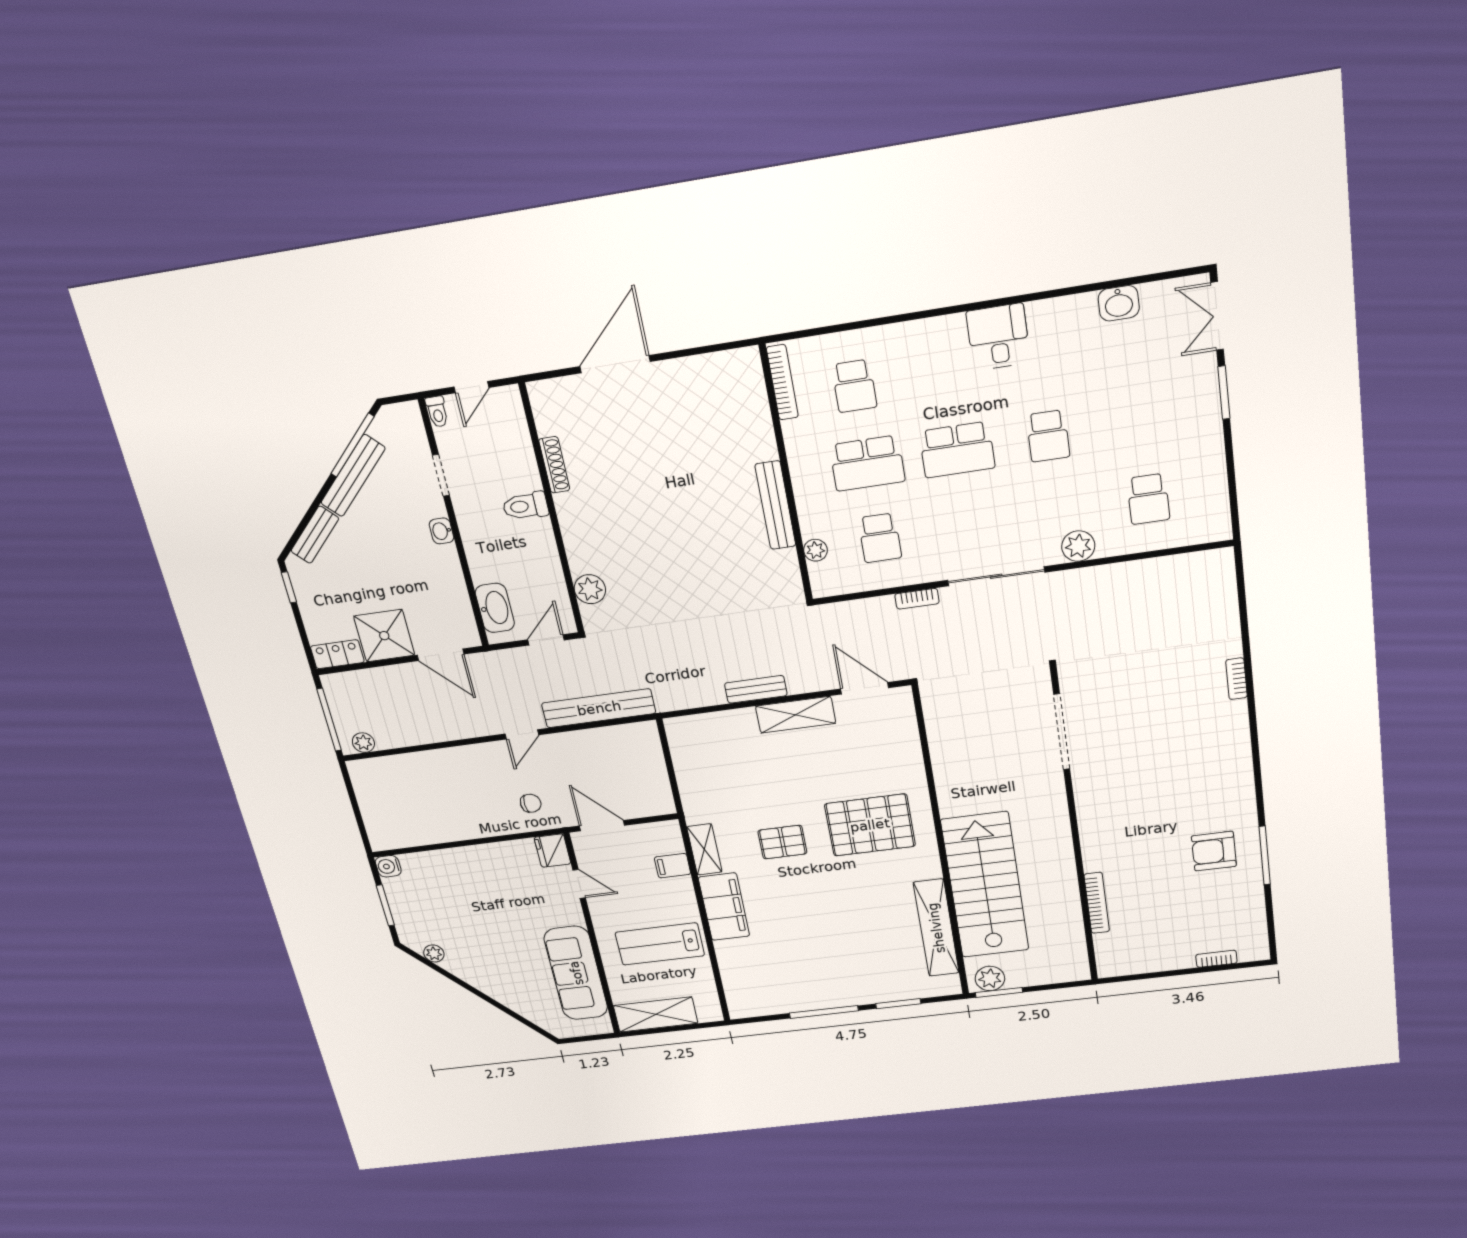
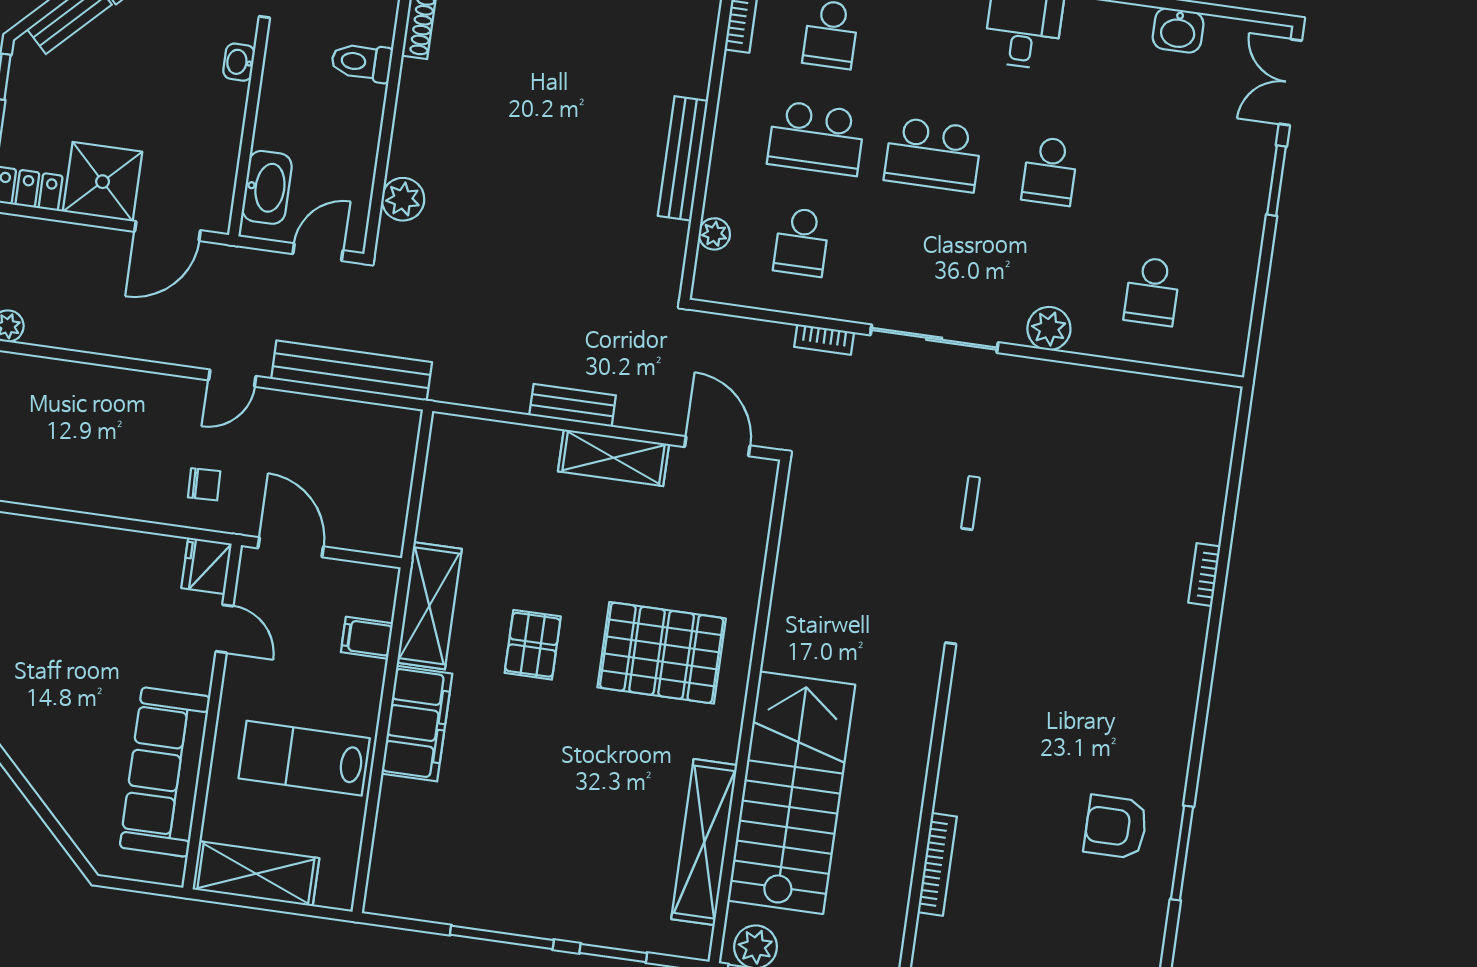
door: (441, 655) -> (168, 231), hinge flipped
pallet: (782, 842) -> (533, 645), turned 90
shelving: (704, 849) -> (429, 606), width x1.50, depth x1.33

